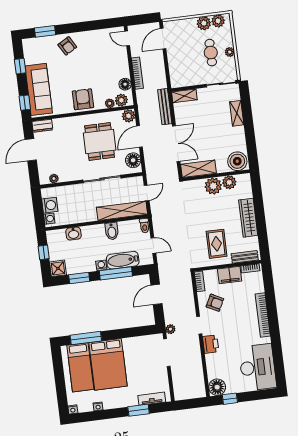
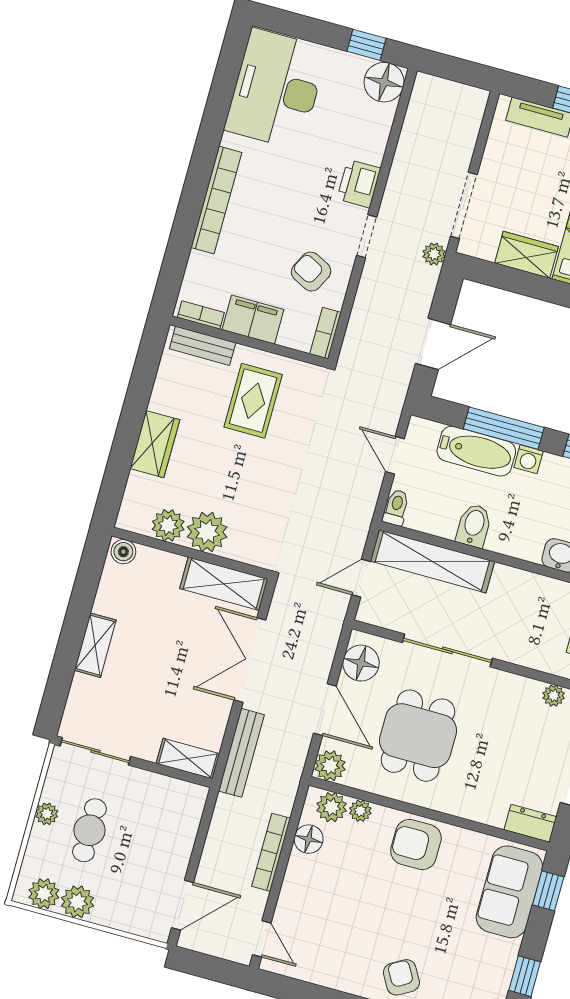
sofa: (39, 89) -> (509, 892), width x0.73
armchair: (83, 99) -> (416, 845), turned 90
shelving: (237, 113) -> (95, 645), moved
door: (140, 137) -> (325, 710), hinge flipped
boiler: (237, 161) -> (123, 552), width x0.54, depth x0.54
wardrobe: (248, 218) -> (155, 444), width x0.67
wardrobe: (135, 344) -> (527, 255), added

